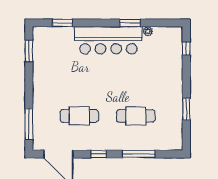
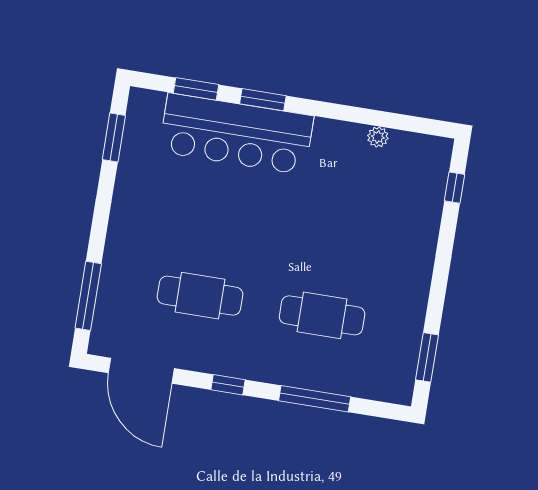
window: (130, 23) -> (263, 100), moved
bar counter: (108, 40) -> (236, 134), moved
window: (186, 109) -> (427, 357), moved

